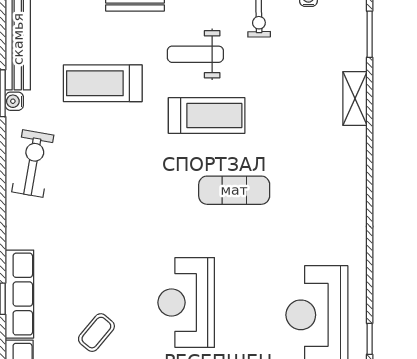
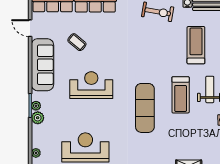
exercise mat: (234, 190) -> (145, 108), width x1.36, depth x1.45

